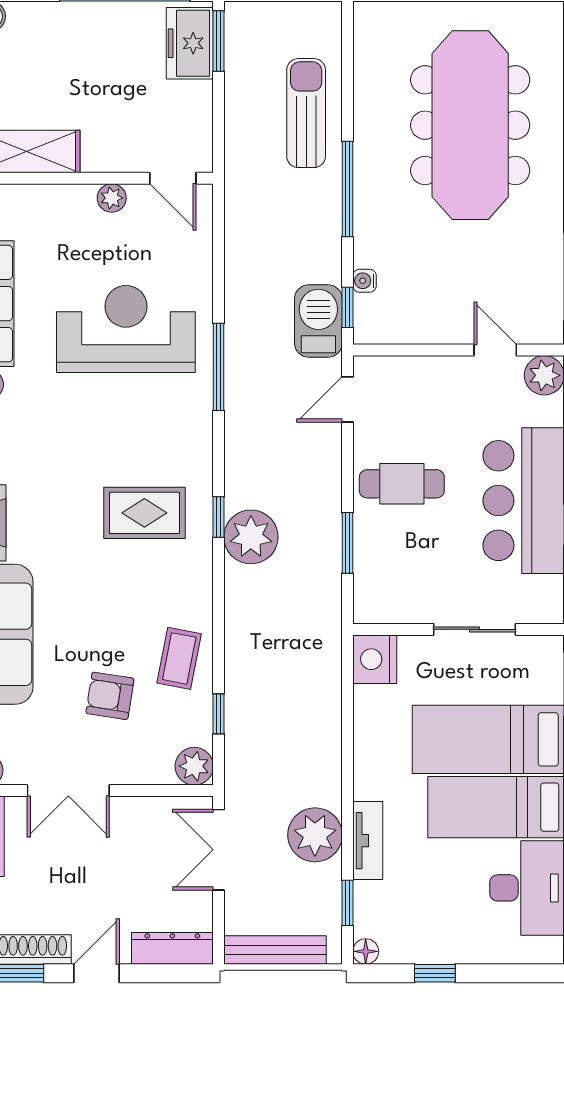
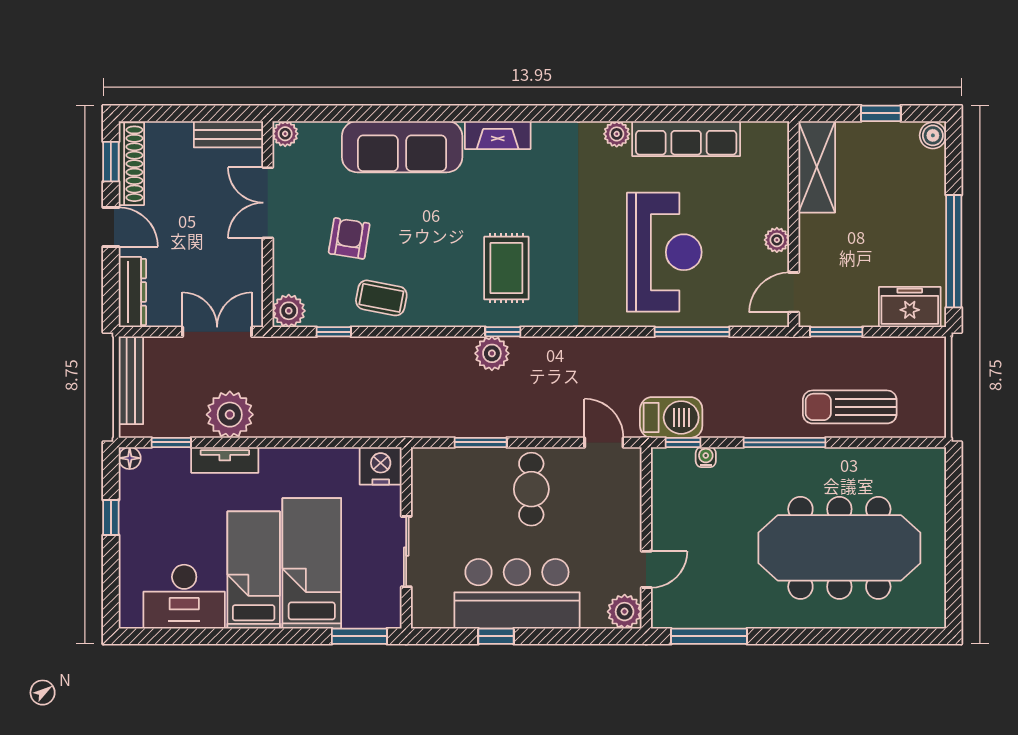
window: (219, 41) -> (836, 332), moved
sun lounger: (306, 113) -> (850, 407), turned 180
window: (219, 367) -> (692, 332), moved
plant: (251, 537) -> (492, 353), width x0.73, depth x0.73

